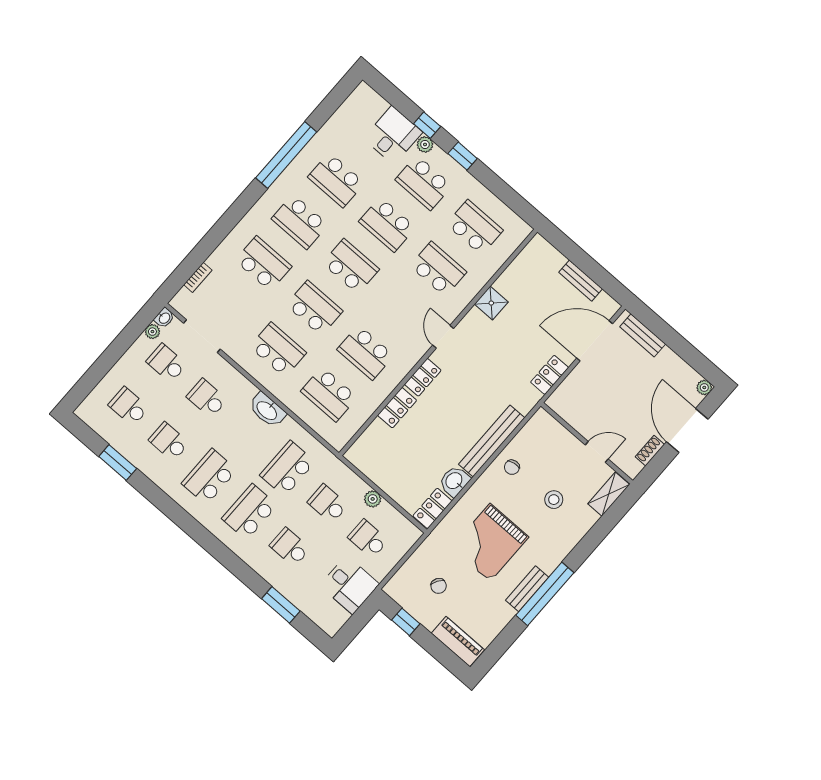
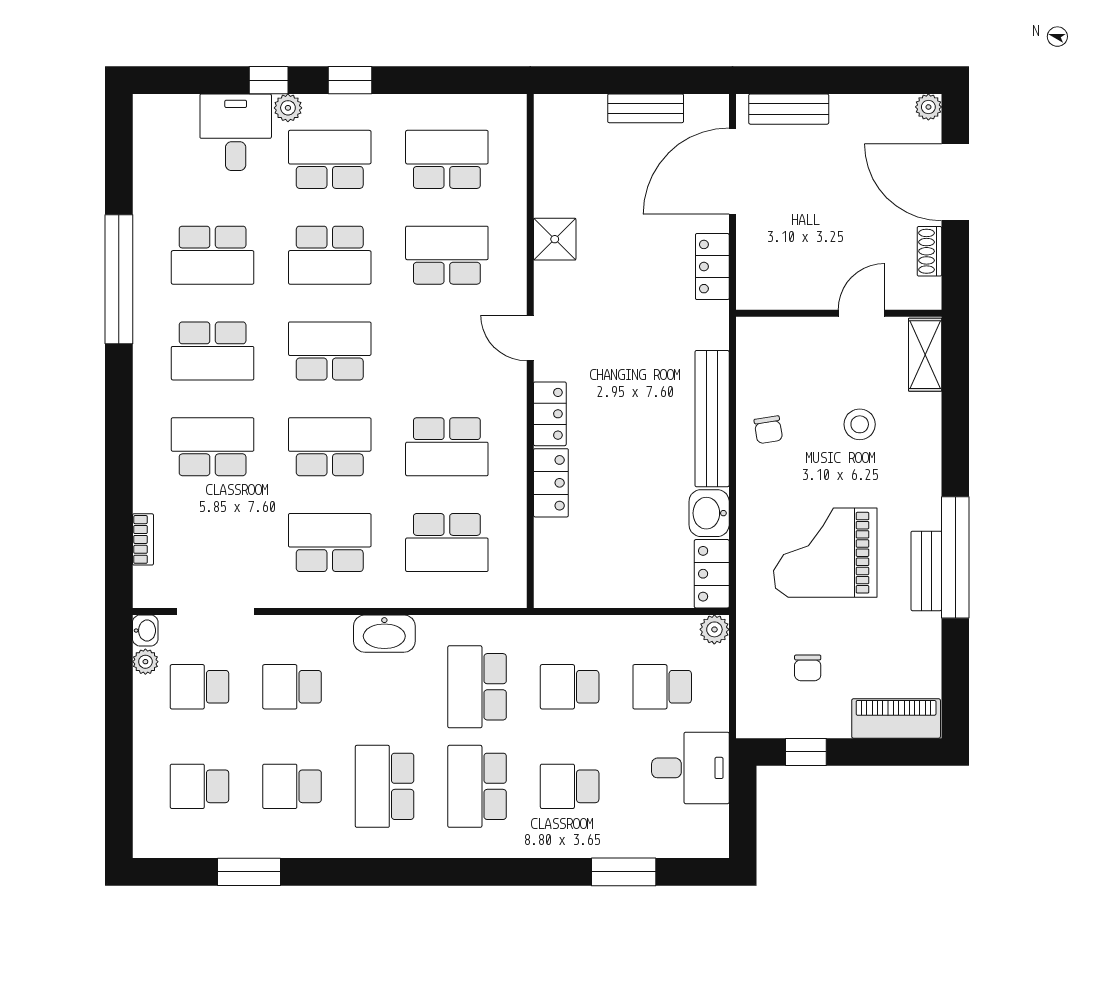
school desk: (424, 183) -> (330, 159), turned 180
plant: (373, 499) -> (714, 629), moved
grand piano: (490, 542) -> (825, 553), turned 90
chair: (439, 586) -> (808, 668), turned 57

